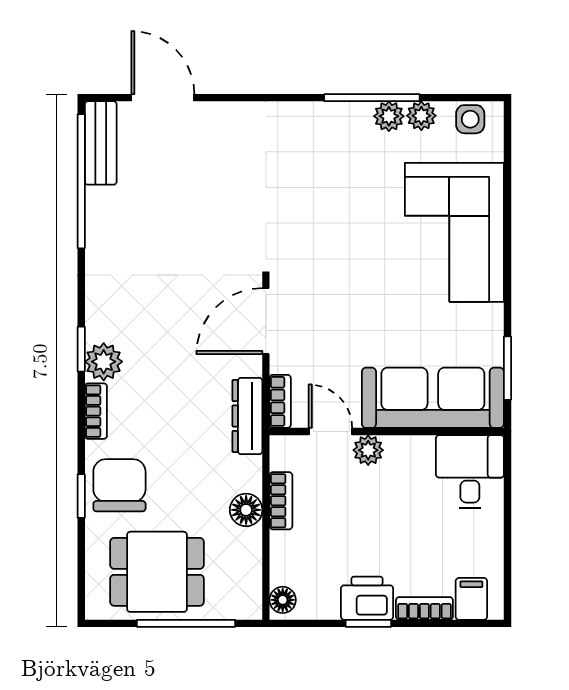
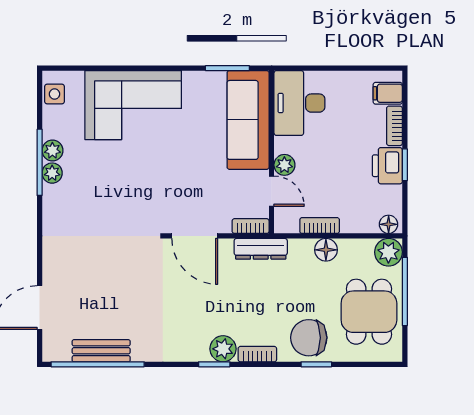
plant: (421, 116) -> (52, 173), moved
bench: (101, 143) -> (101, 351), moved
door: (330, 432) -> (272, 191), swing flipped
desk: (470, 472) -> (299, 103), width x1.37
plant: (242, 600) -> (388, 252), added

